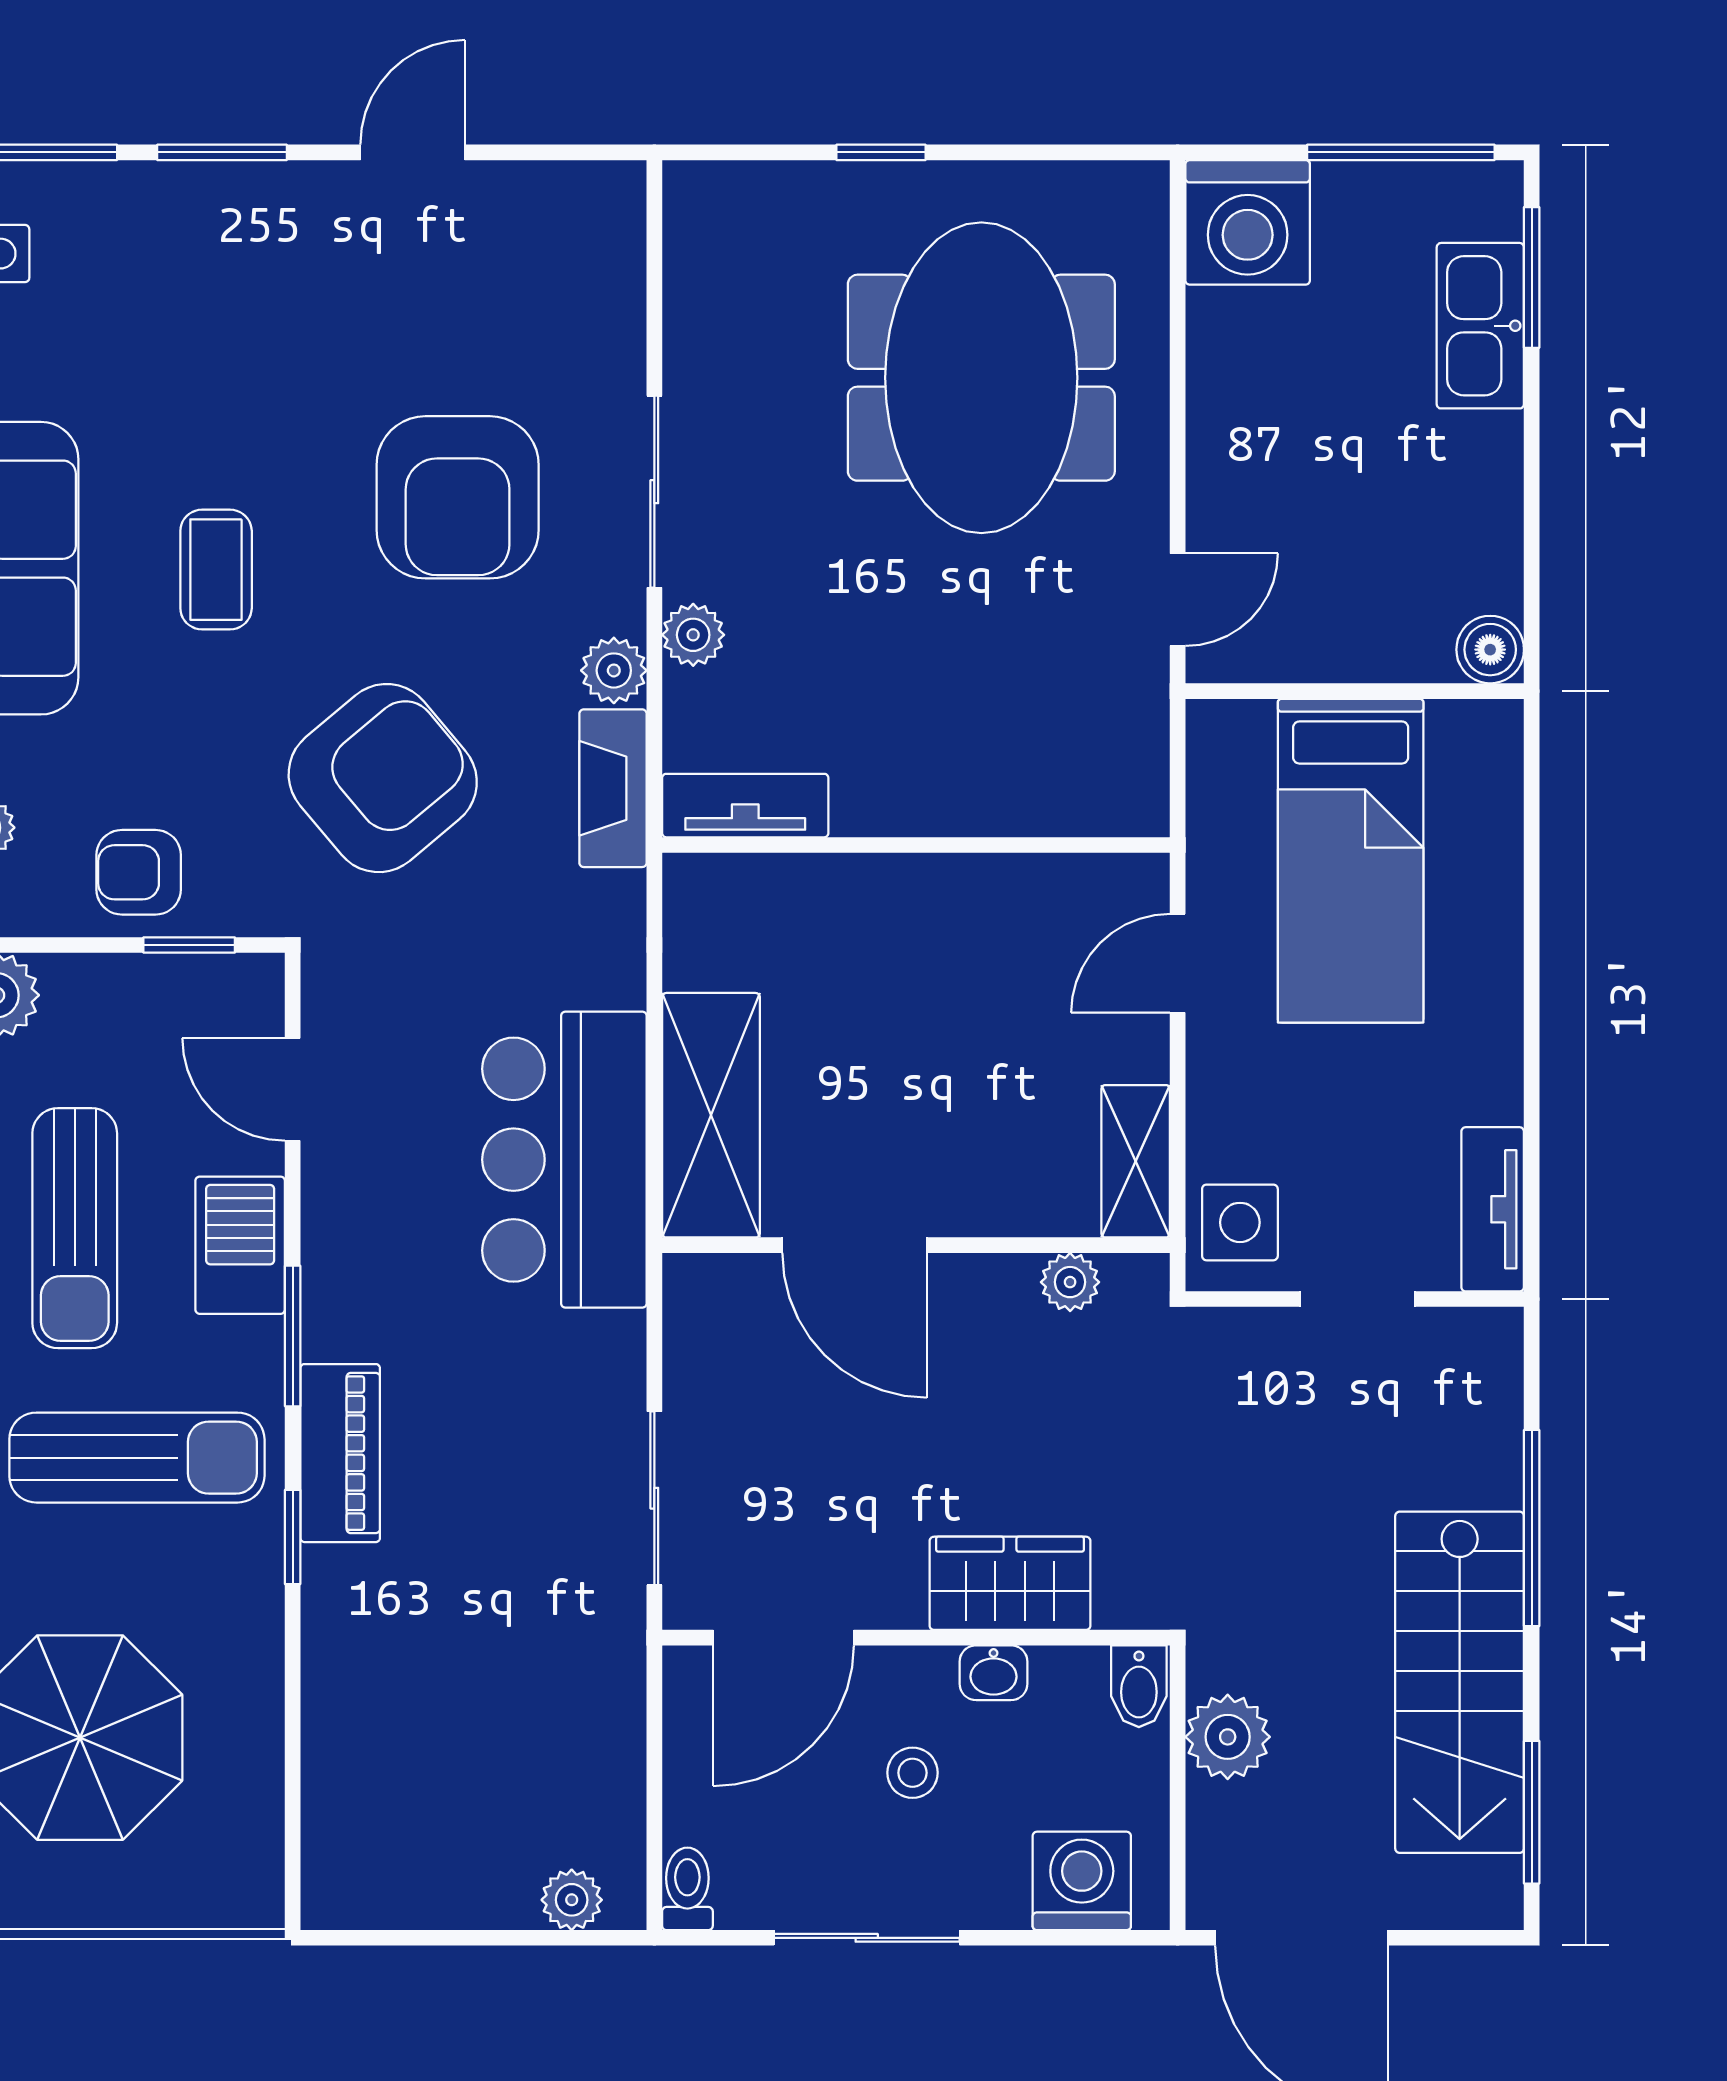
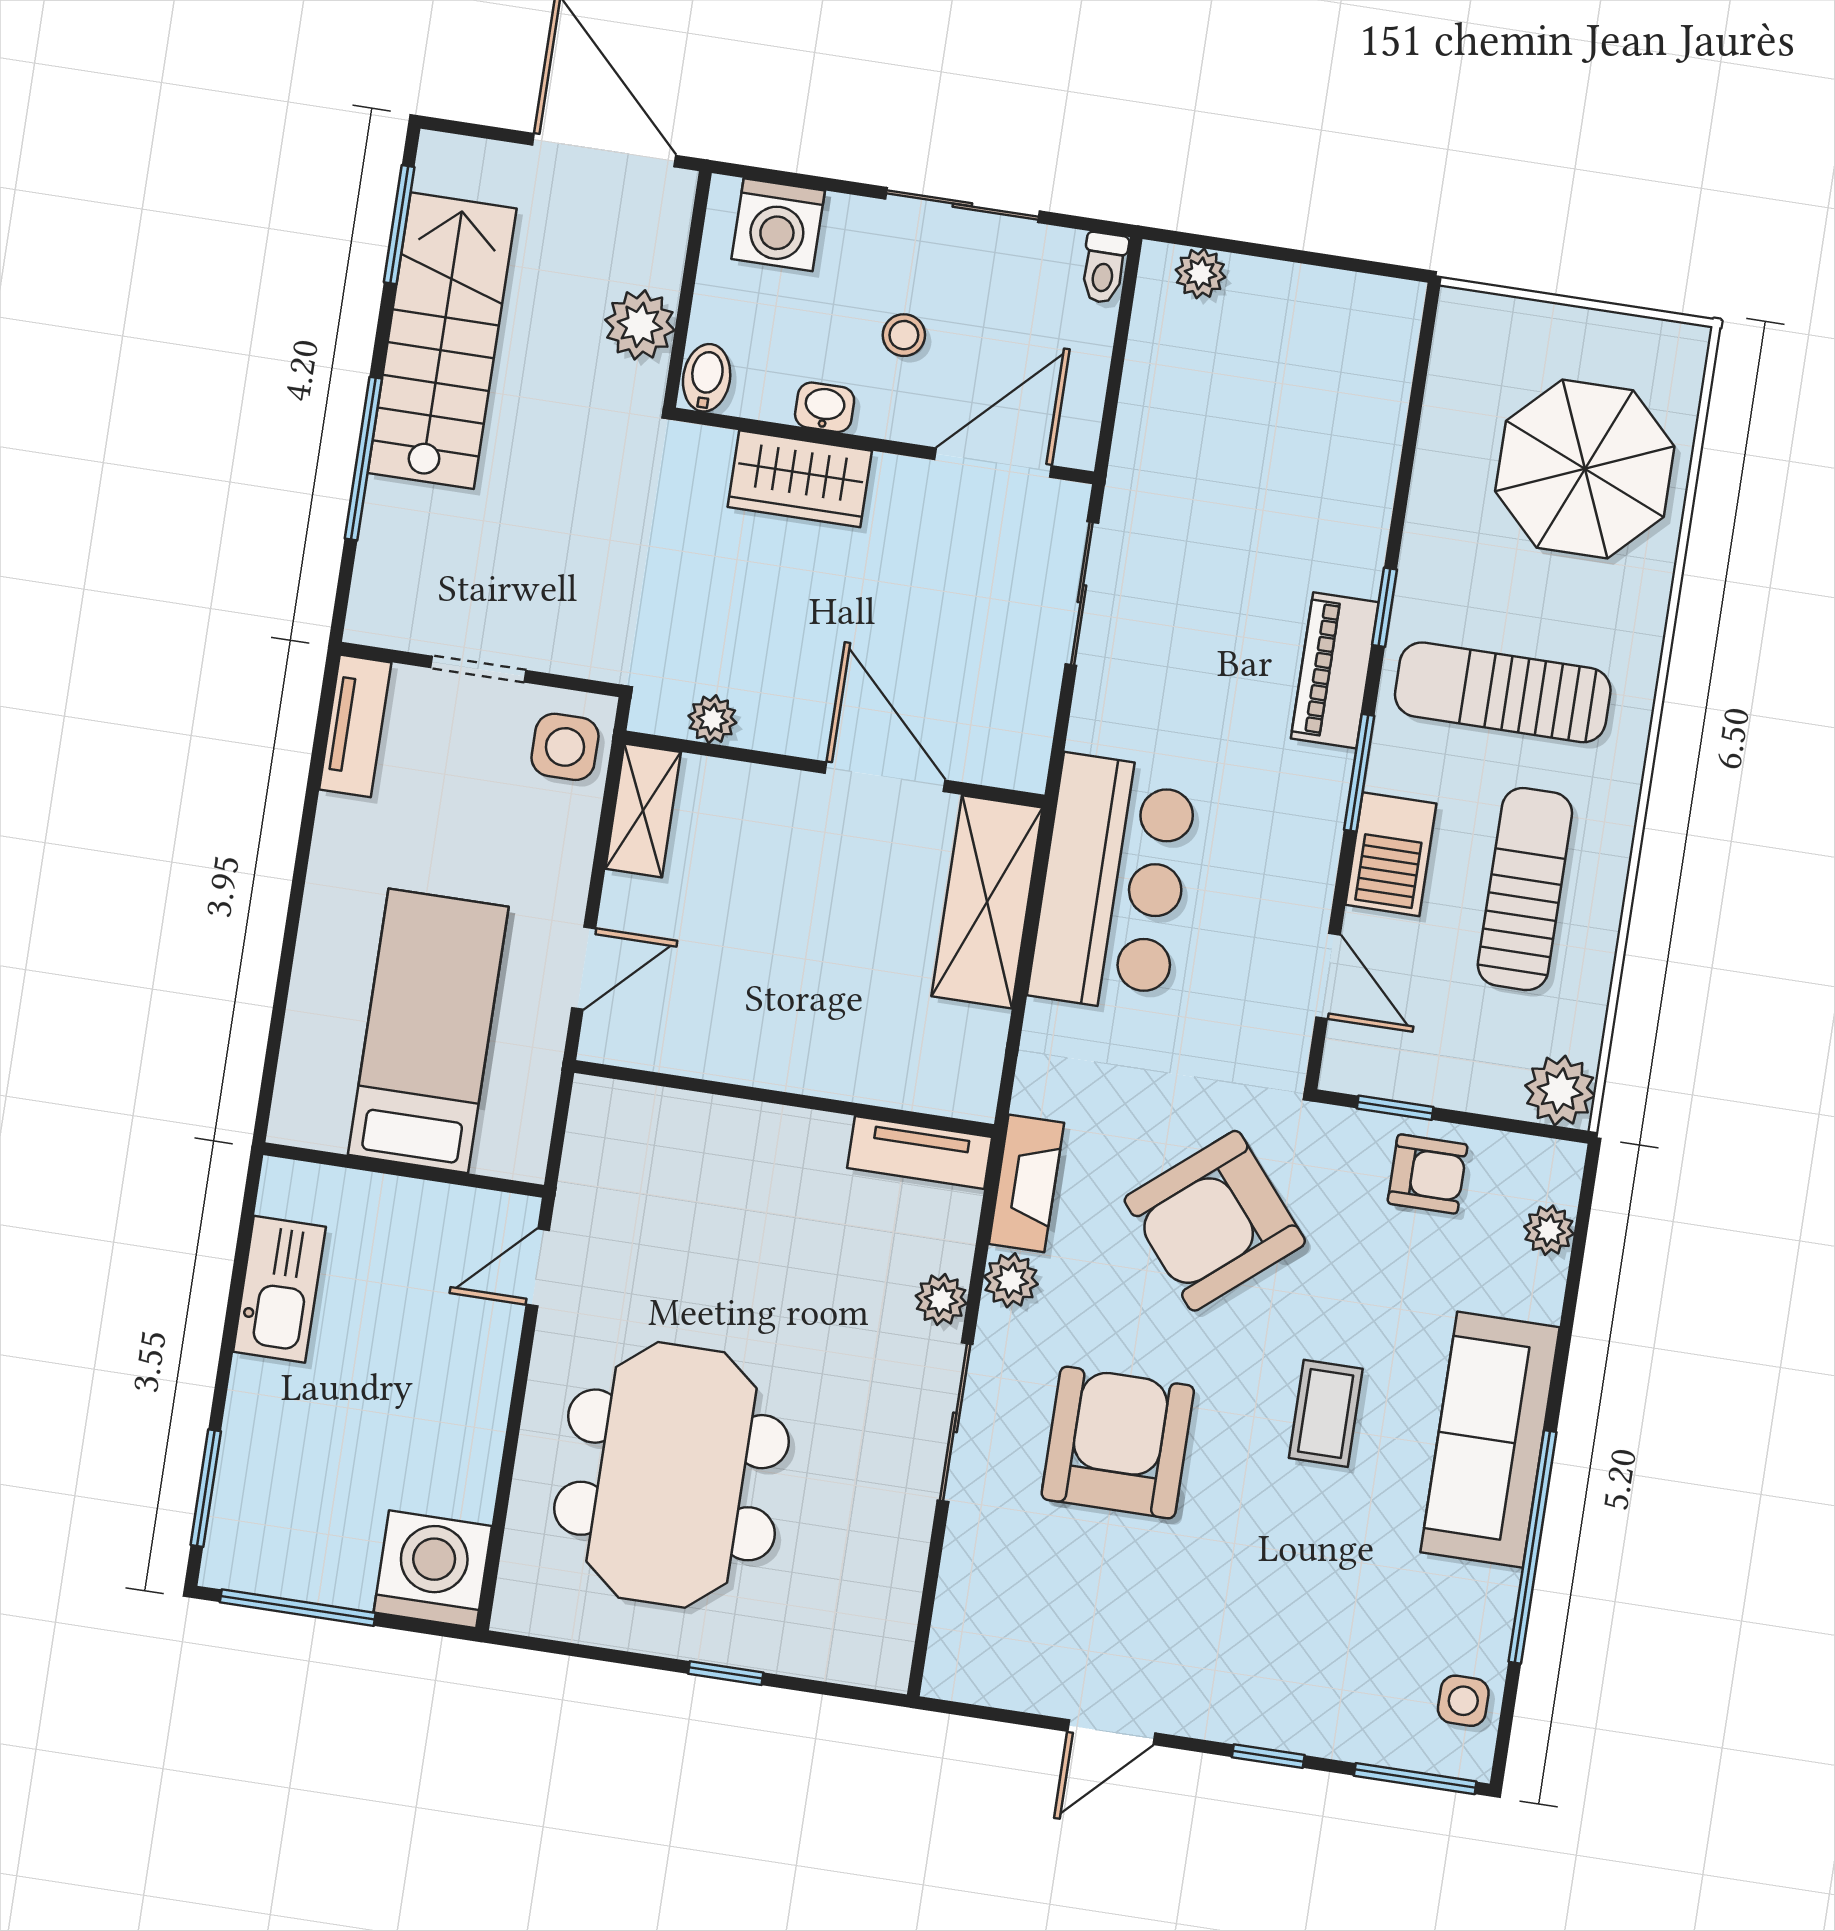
window: (222, 152) -> (1268, 1756), width x0.67
kitchen sink: (1480, 326) -> (279, 1289), moved
boiler: (1490, 650) -> (287, 1187), removed

